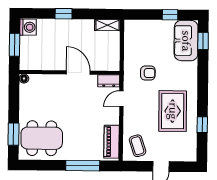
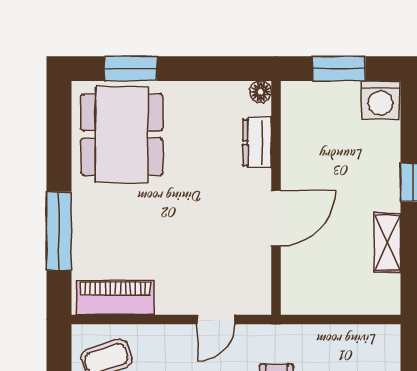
shelving: (107, 25) -> (387, 243), moved
dresser: (109, 81) -> (257, 143), moved
door: (121, 99) -> (216, 320), swing flipped

